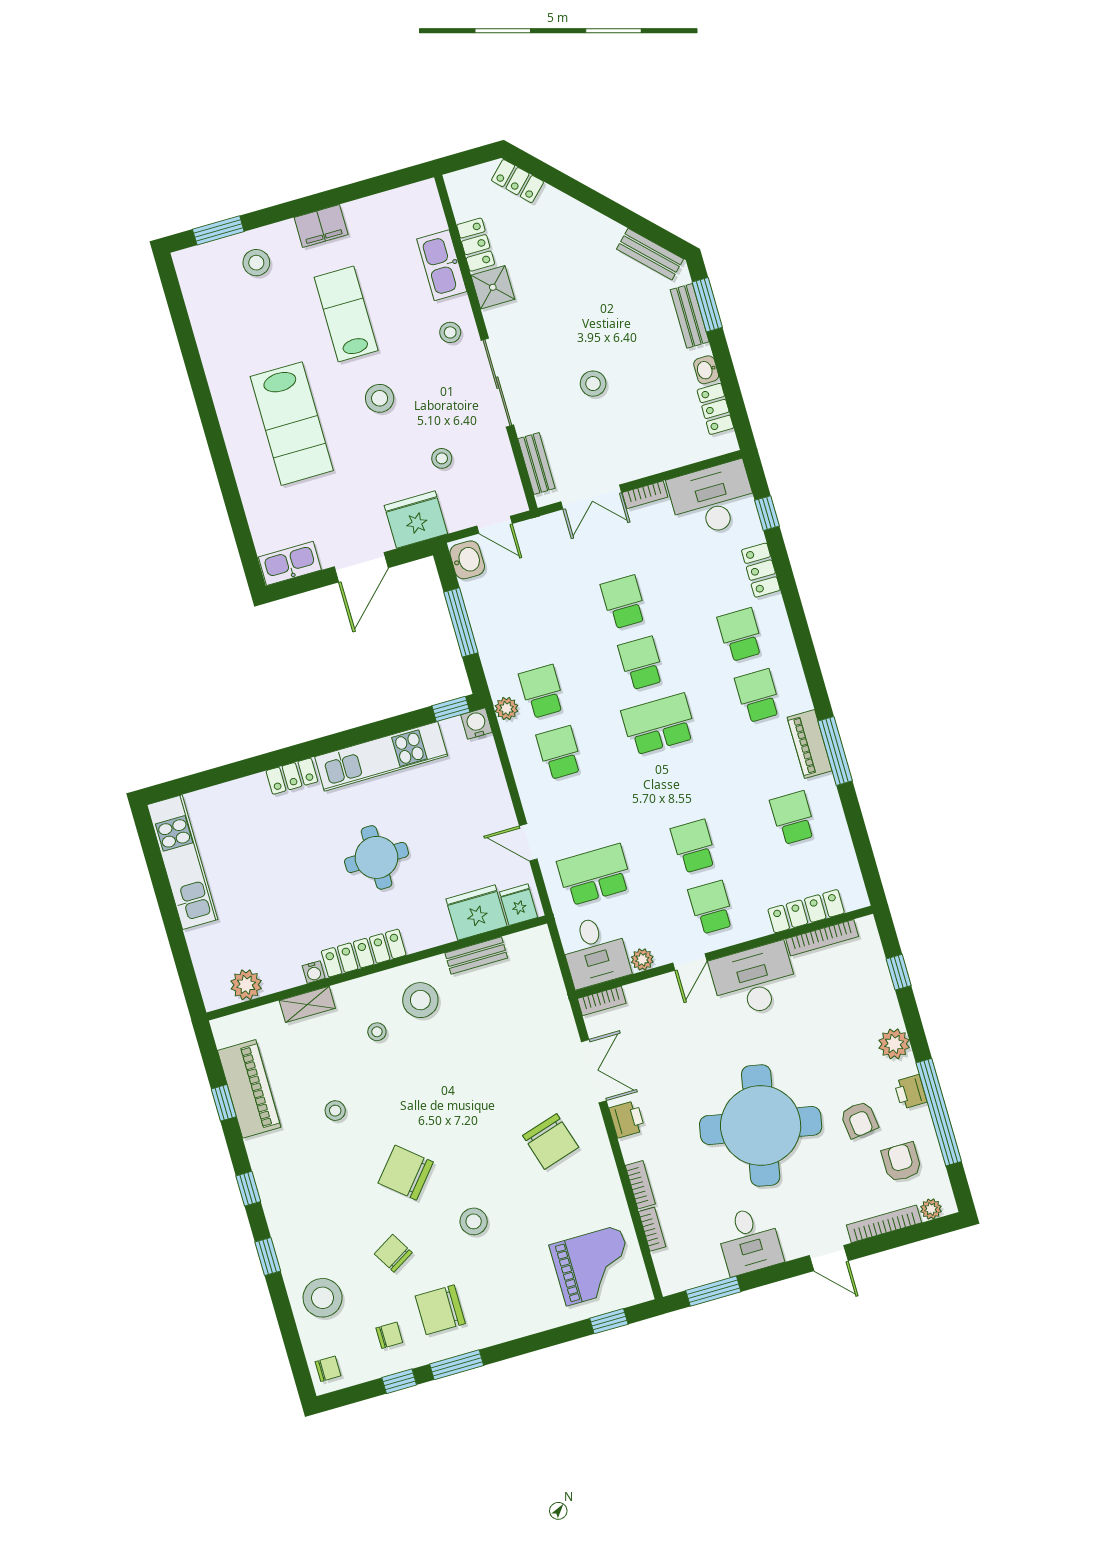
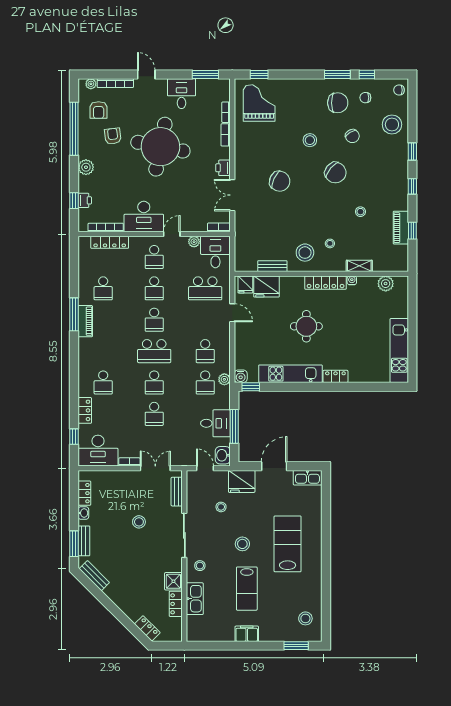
stool: (256, 263) -> (305, 618), moved
desk: (499, 618) -> (215, 423), added
school desk: (758, 696) -> (154, 320), moved
piano: (249, 1089) -> (401, 228), width x0.73, depth x0.75
printer: (910, 1092) -> (85, 200), moved
chair: (551, 1141) -> (280, 181), moved, turned 132
grand piano: (593, 1265) -> (259, 103), turned 90

